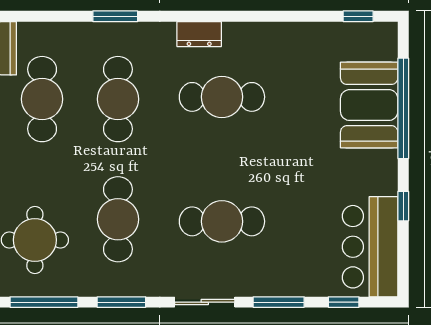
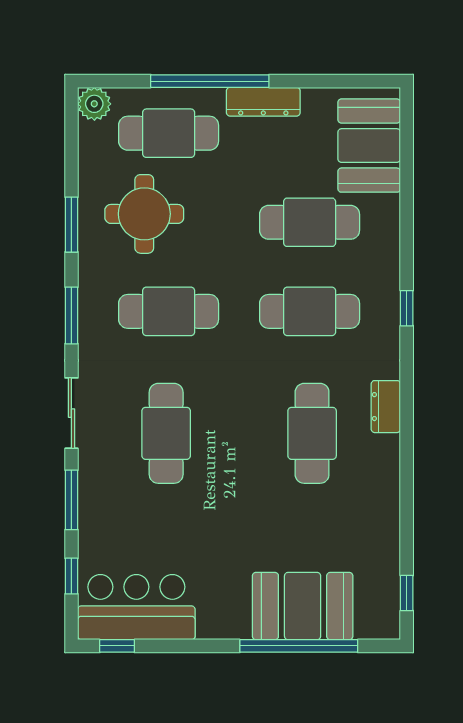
window: (115, 16) -> (407, 308), width x0.67
window: (403, 206) -> (117, 646), moved
window: (44, 302) -> (71, 225), width x0.69

